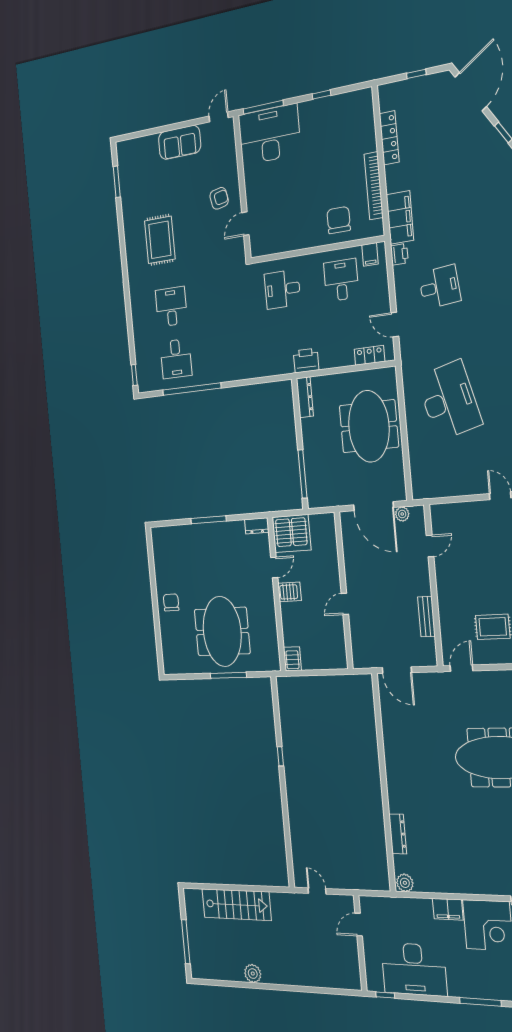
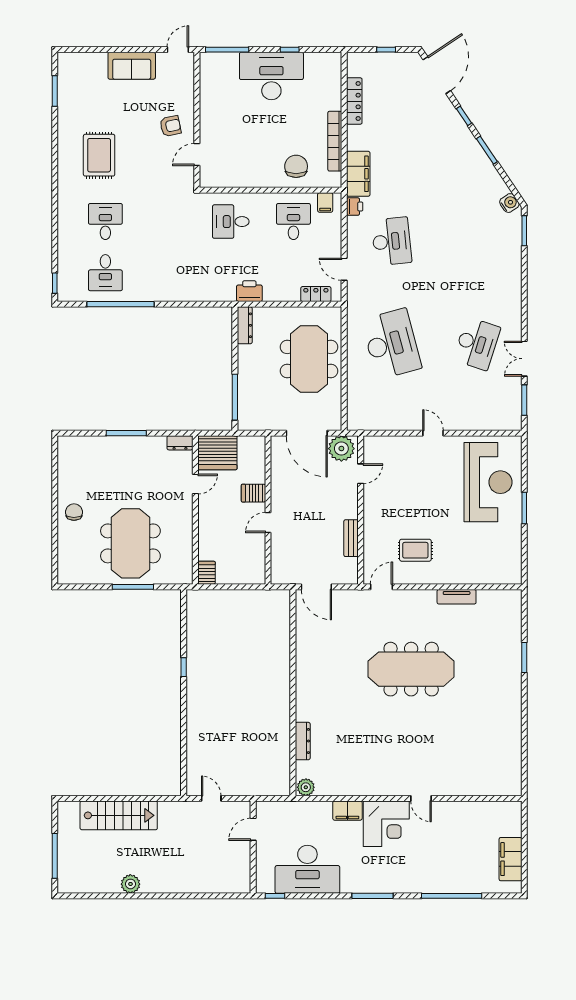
desk: (269, 134) -> (271, 76), moved
desk: (440, 287) -> (391, 241), width x1.37
plant: (402, 514) -> (341, 449), width x1.88, depth x1.88
server rack: (290, 592) -> (254, 493), moved, turned 180

